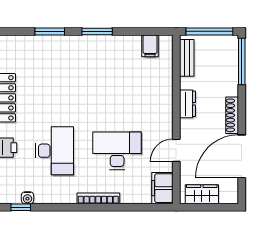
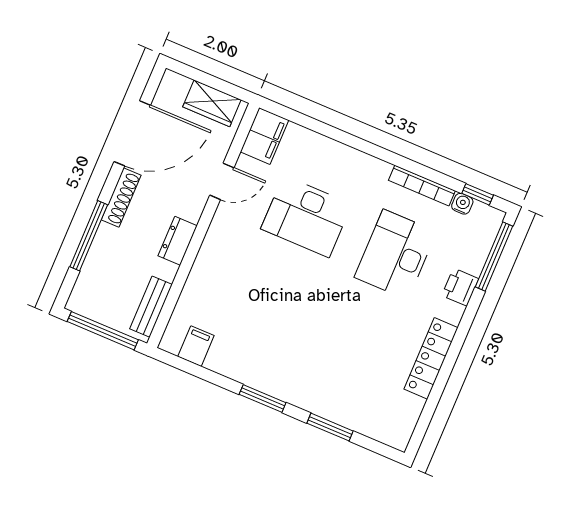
window: (242, 62) -> (89, 236), moved
bookcase: (98, 198) -> (422, 186), moved

